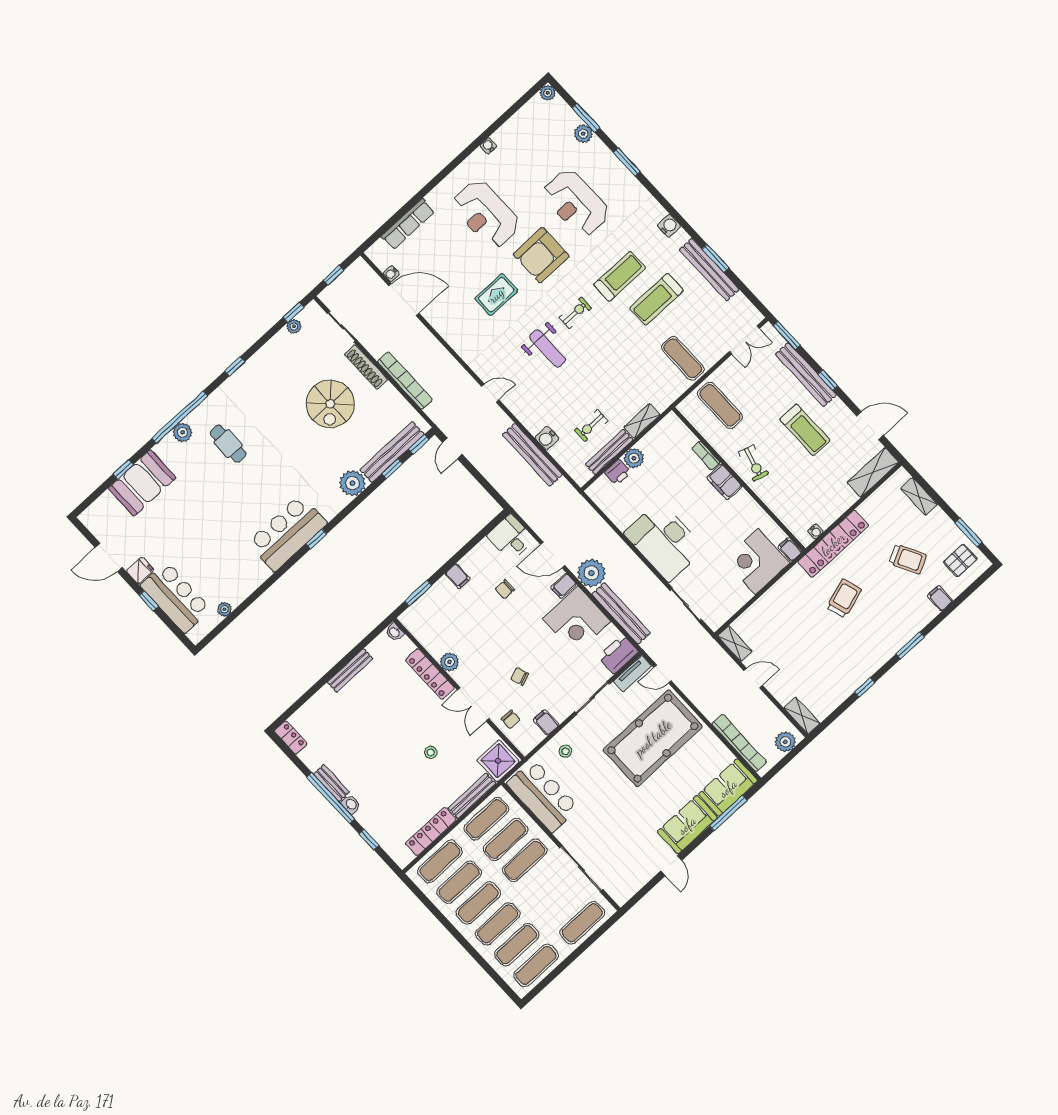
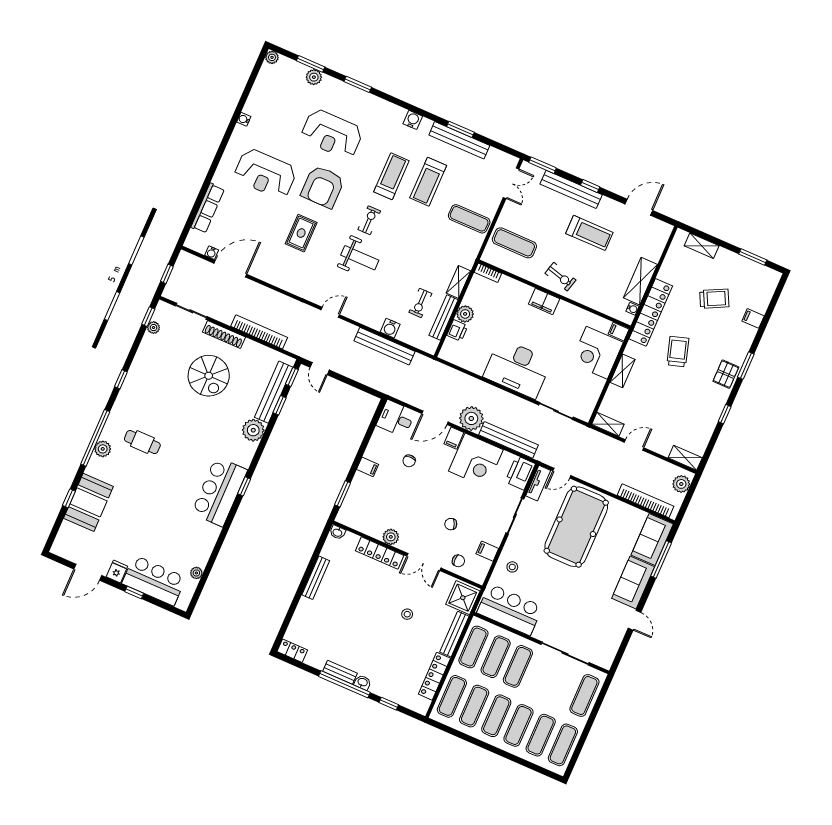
bookcase: (706, 456) -> (488, 273), moved
shelving: (873, 472) -> (640, 281), moved
pallet: (960, 560) -> (726, 374), moved
shelving: (776, 593) -> (623, 371), added

